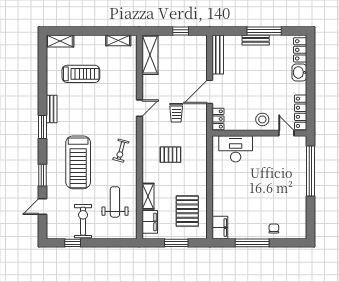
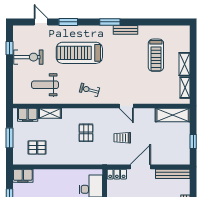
shelving: (60, 41) -> (184, 64), moved
door: (210, 92) -> (140, 167), hinge flipped
weight bench: (115, 202) -> (45, 85), turned 180
pallet: (187, 211) -> (37, 147), width x0.67, depth x0.71

